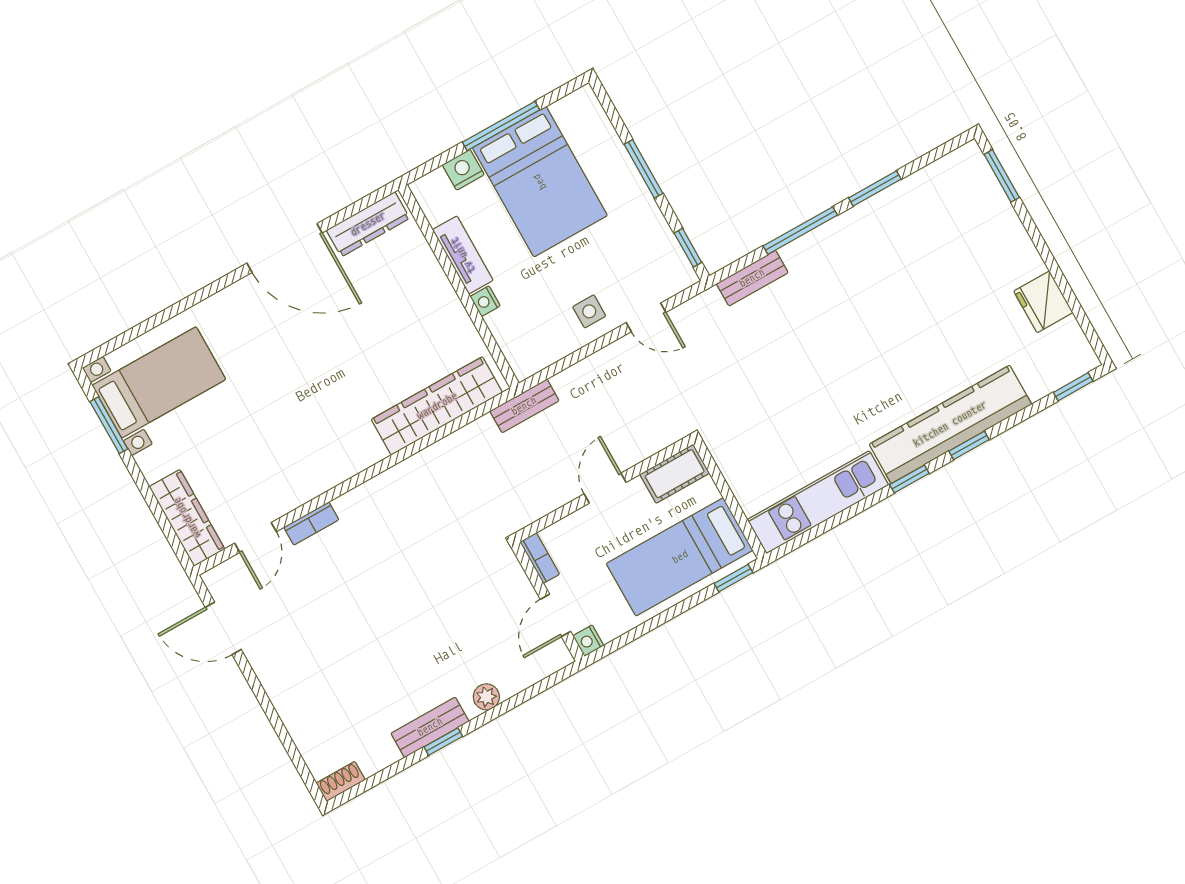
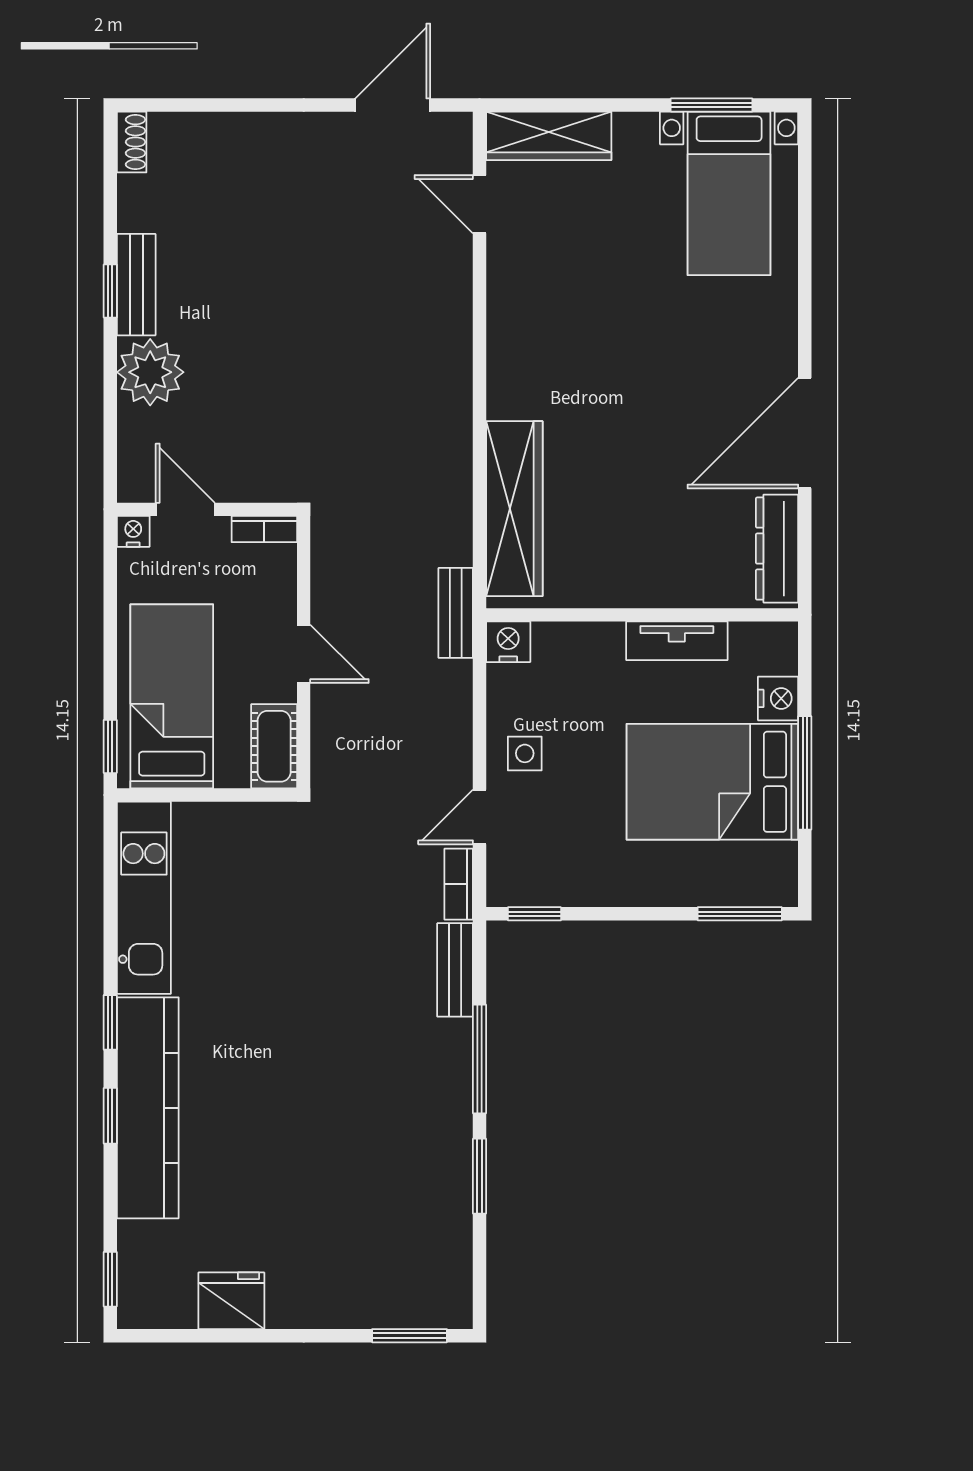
window: (643, 169) -> (740, 914), moved
nightstand: (485, 301) -> (508, 642), moved, width x1.39, depth x1.35
bookcase: (311, 523) -> (459, 884), moved
plant: (486, 697) -> (150, 372), width x1.88, depth x1.88

